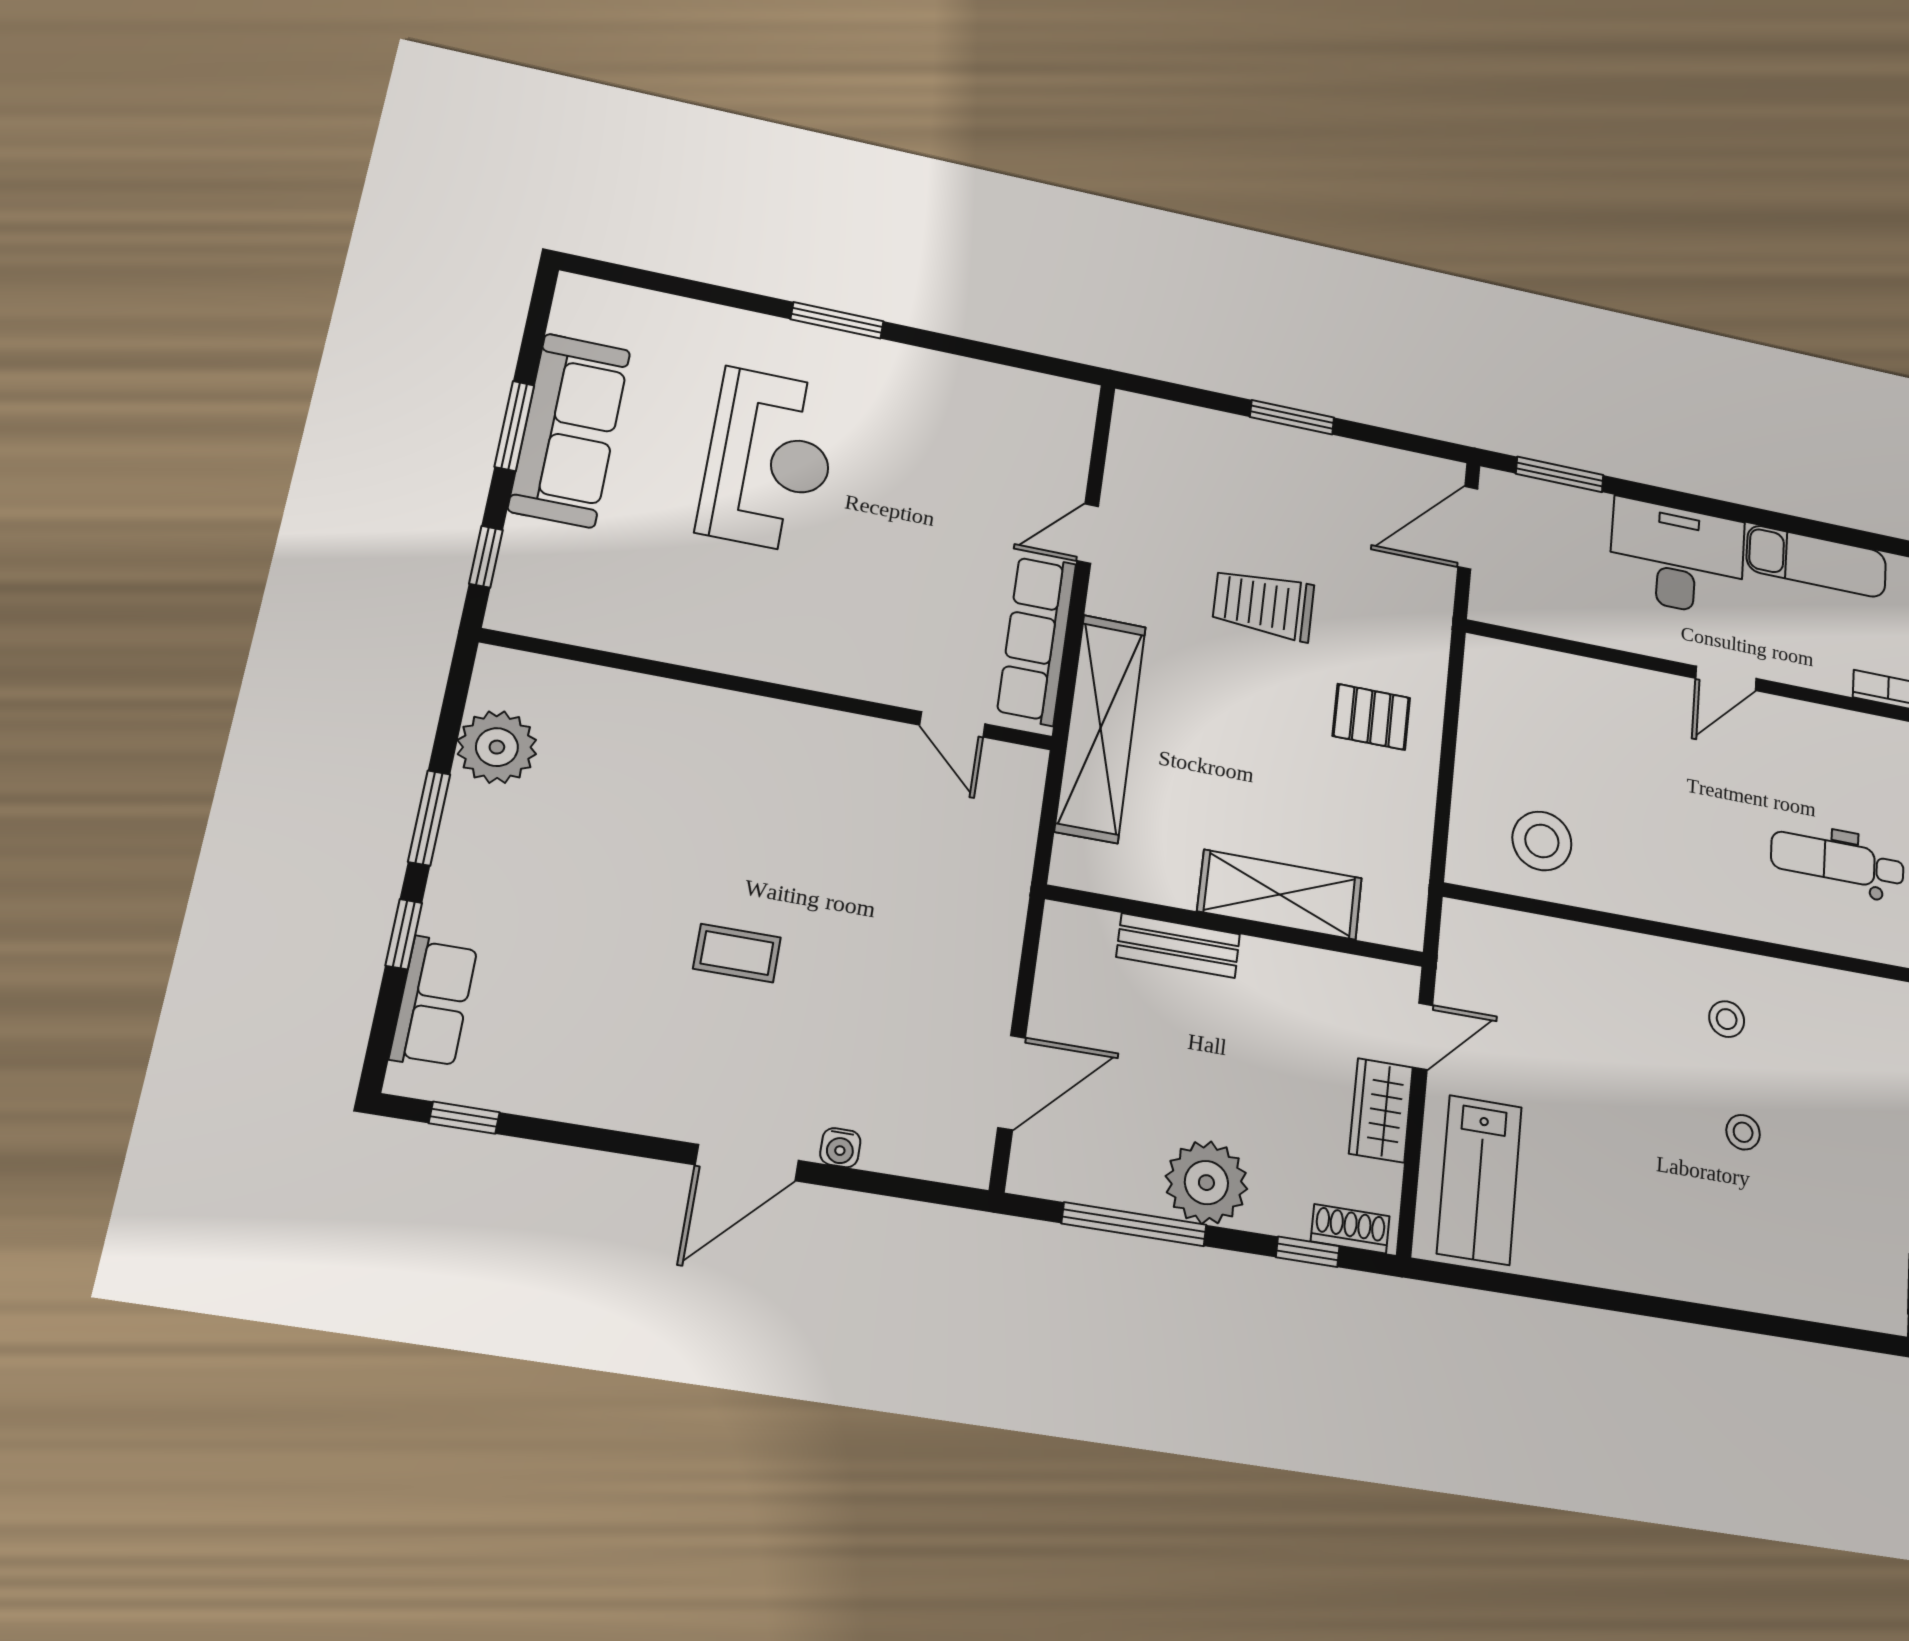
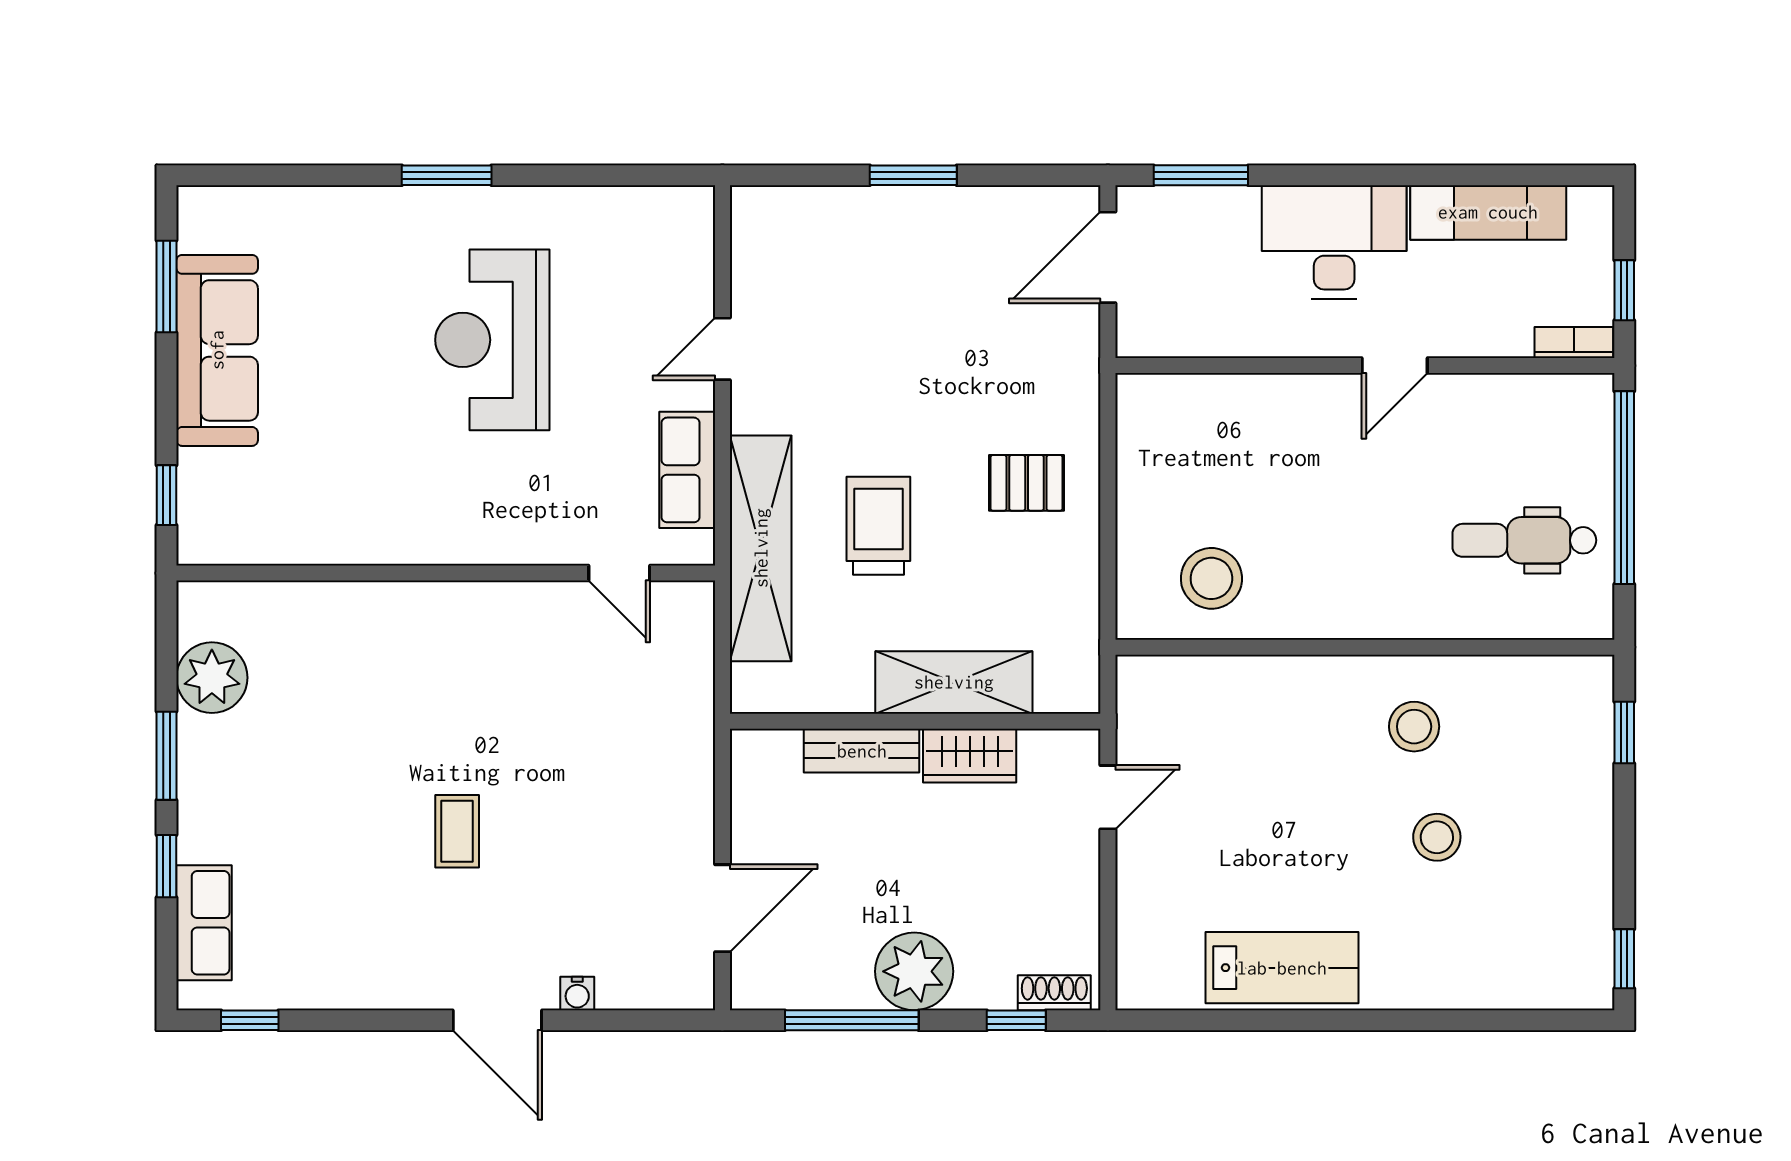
window: (514, 426) -> (167, 287), moved
reception desk: (769, 460) -> (492, 340), moved, turned 180
trolley: (1263, 604) -> (878, 526), moved, turned 90
row of seats: (1036, 639) -> (687, 470), width x0.68
coffee table: (737, 953) -> (457, 831), turned 90
stool: (1727, 1019) -> (1414, 727), width x1.37, depth x1.37
wardrobe: (1381, 1110) -> (970, 756), moved, turned -90
stool: (1743, 1132) -> (1437, 837), width x1.37, depth x1.37
door: (747, 1163) -> (497, 1020), hinge flipped
lab bench: (1479, 1180) -> (1282, 968), moved, turned -90

